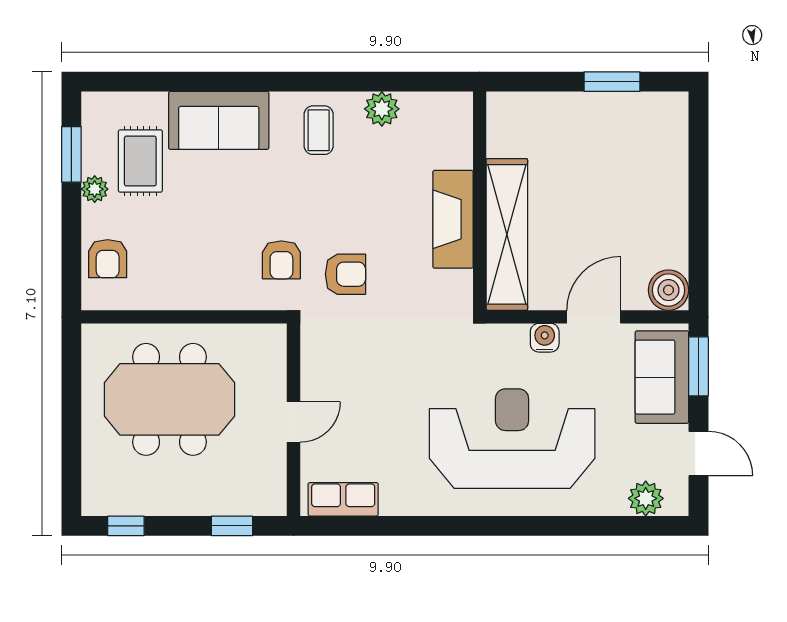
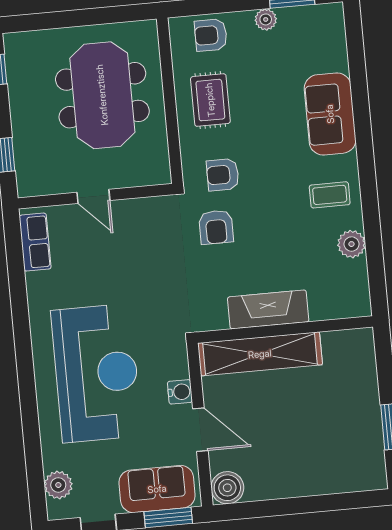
rug: (140, 161) -> (210, 100), moved, turned 90

